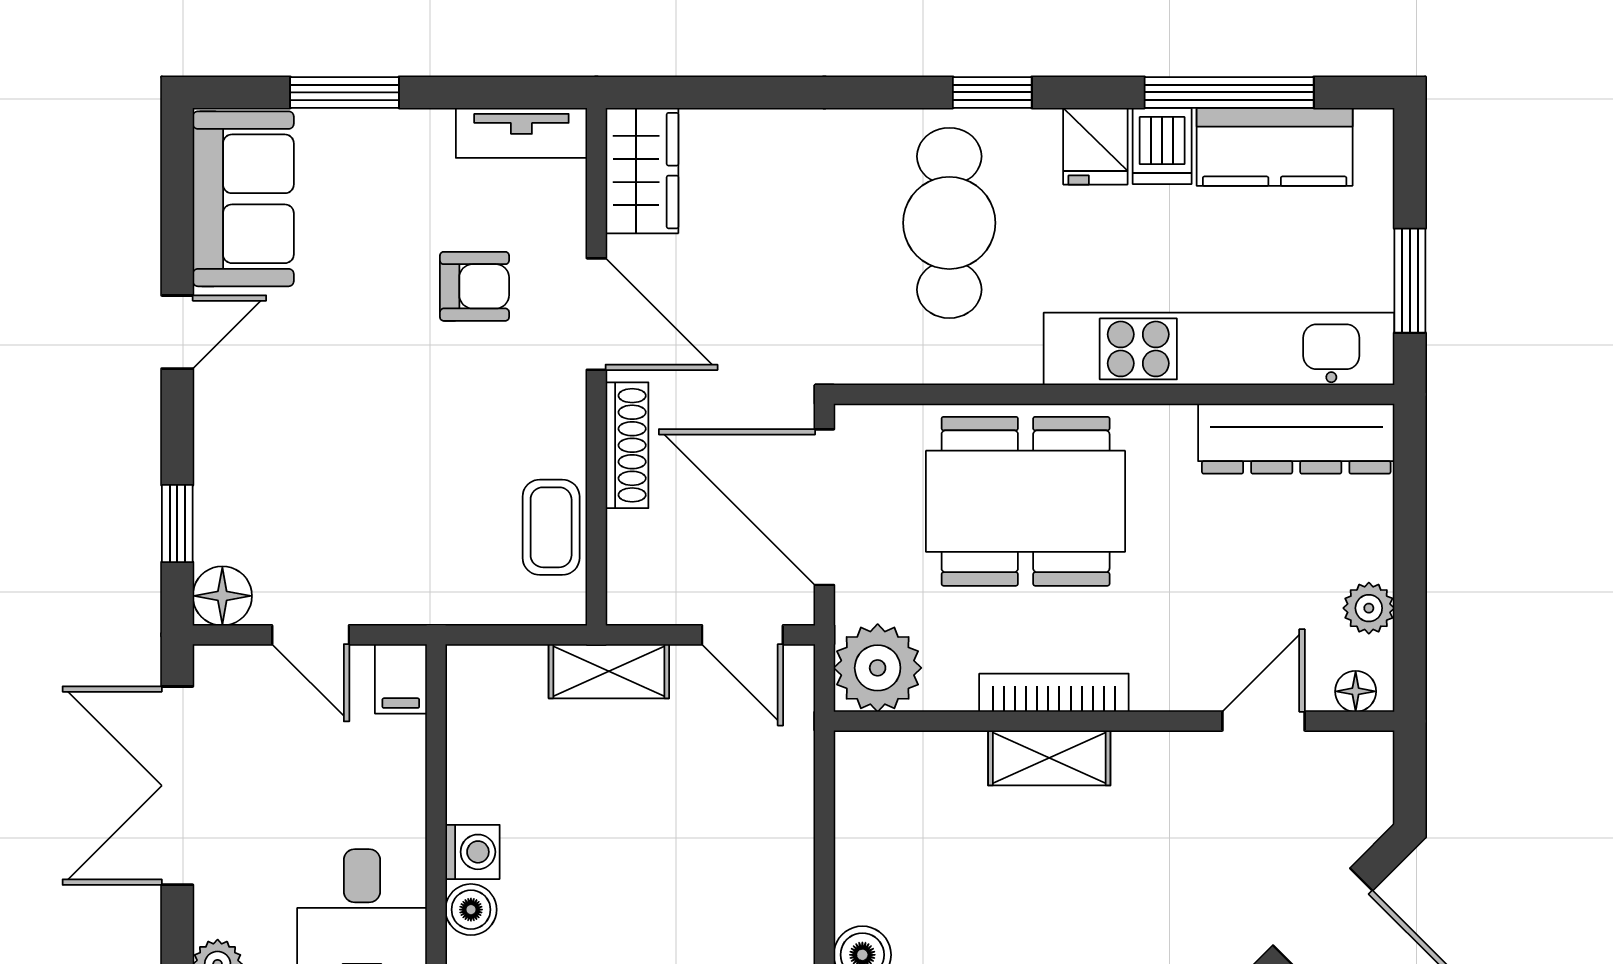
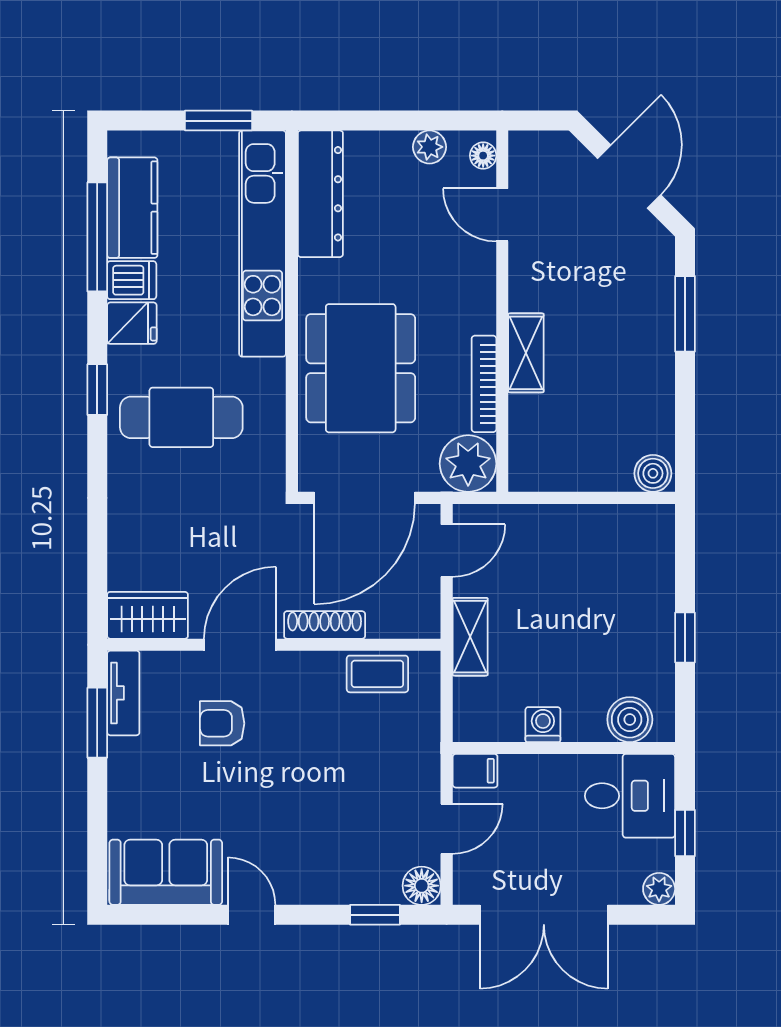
window: (345, 92) -> (97, 723), moved
armchair: (475, 286) -> (222, 723), turned -90
bookcase: (1054, 693) -> (484, 384), moved
washing machine: (473, 852) -> (543, 725), moved
boiler: (471, 910) -> (630, 720), width x1.36, depth x1.36

